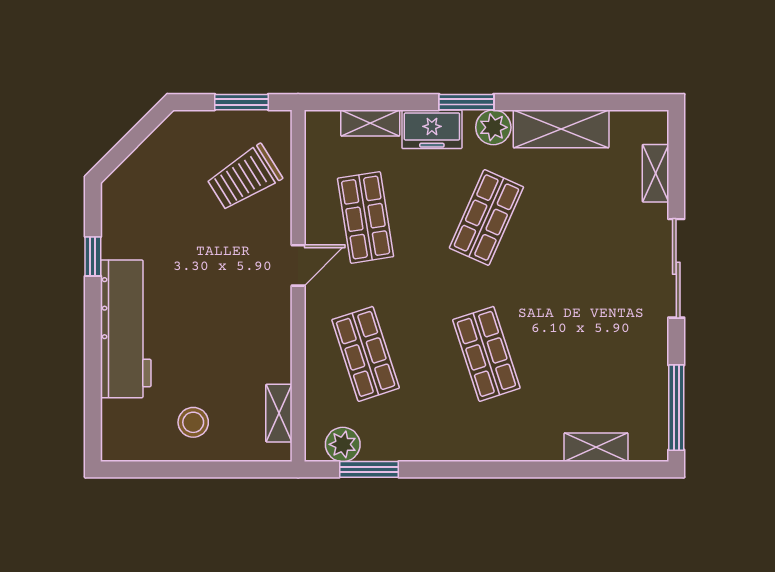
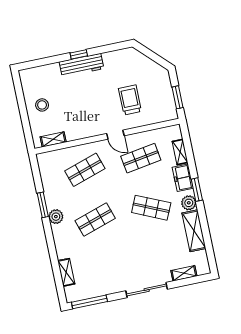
trolley: (244, 178) -> (130, 100), moved, turned 32
window: (93, 256) -> (79, 54), moved
workbench: (126, 329) -> (82, 65), width x0.73, depth x0.76
plant: (343, 444) -> (56, 217), moved
window: (369, 469) -> (43, 205), moved

